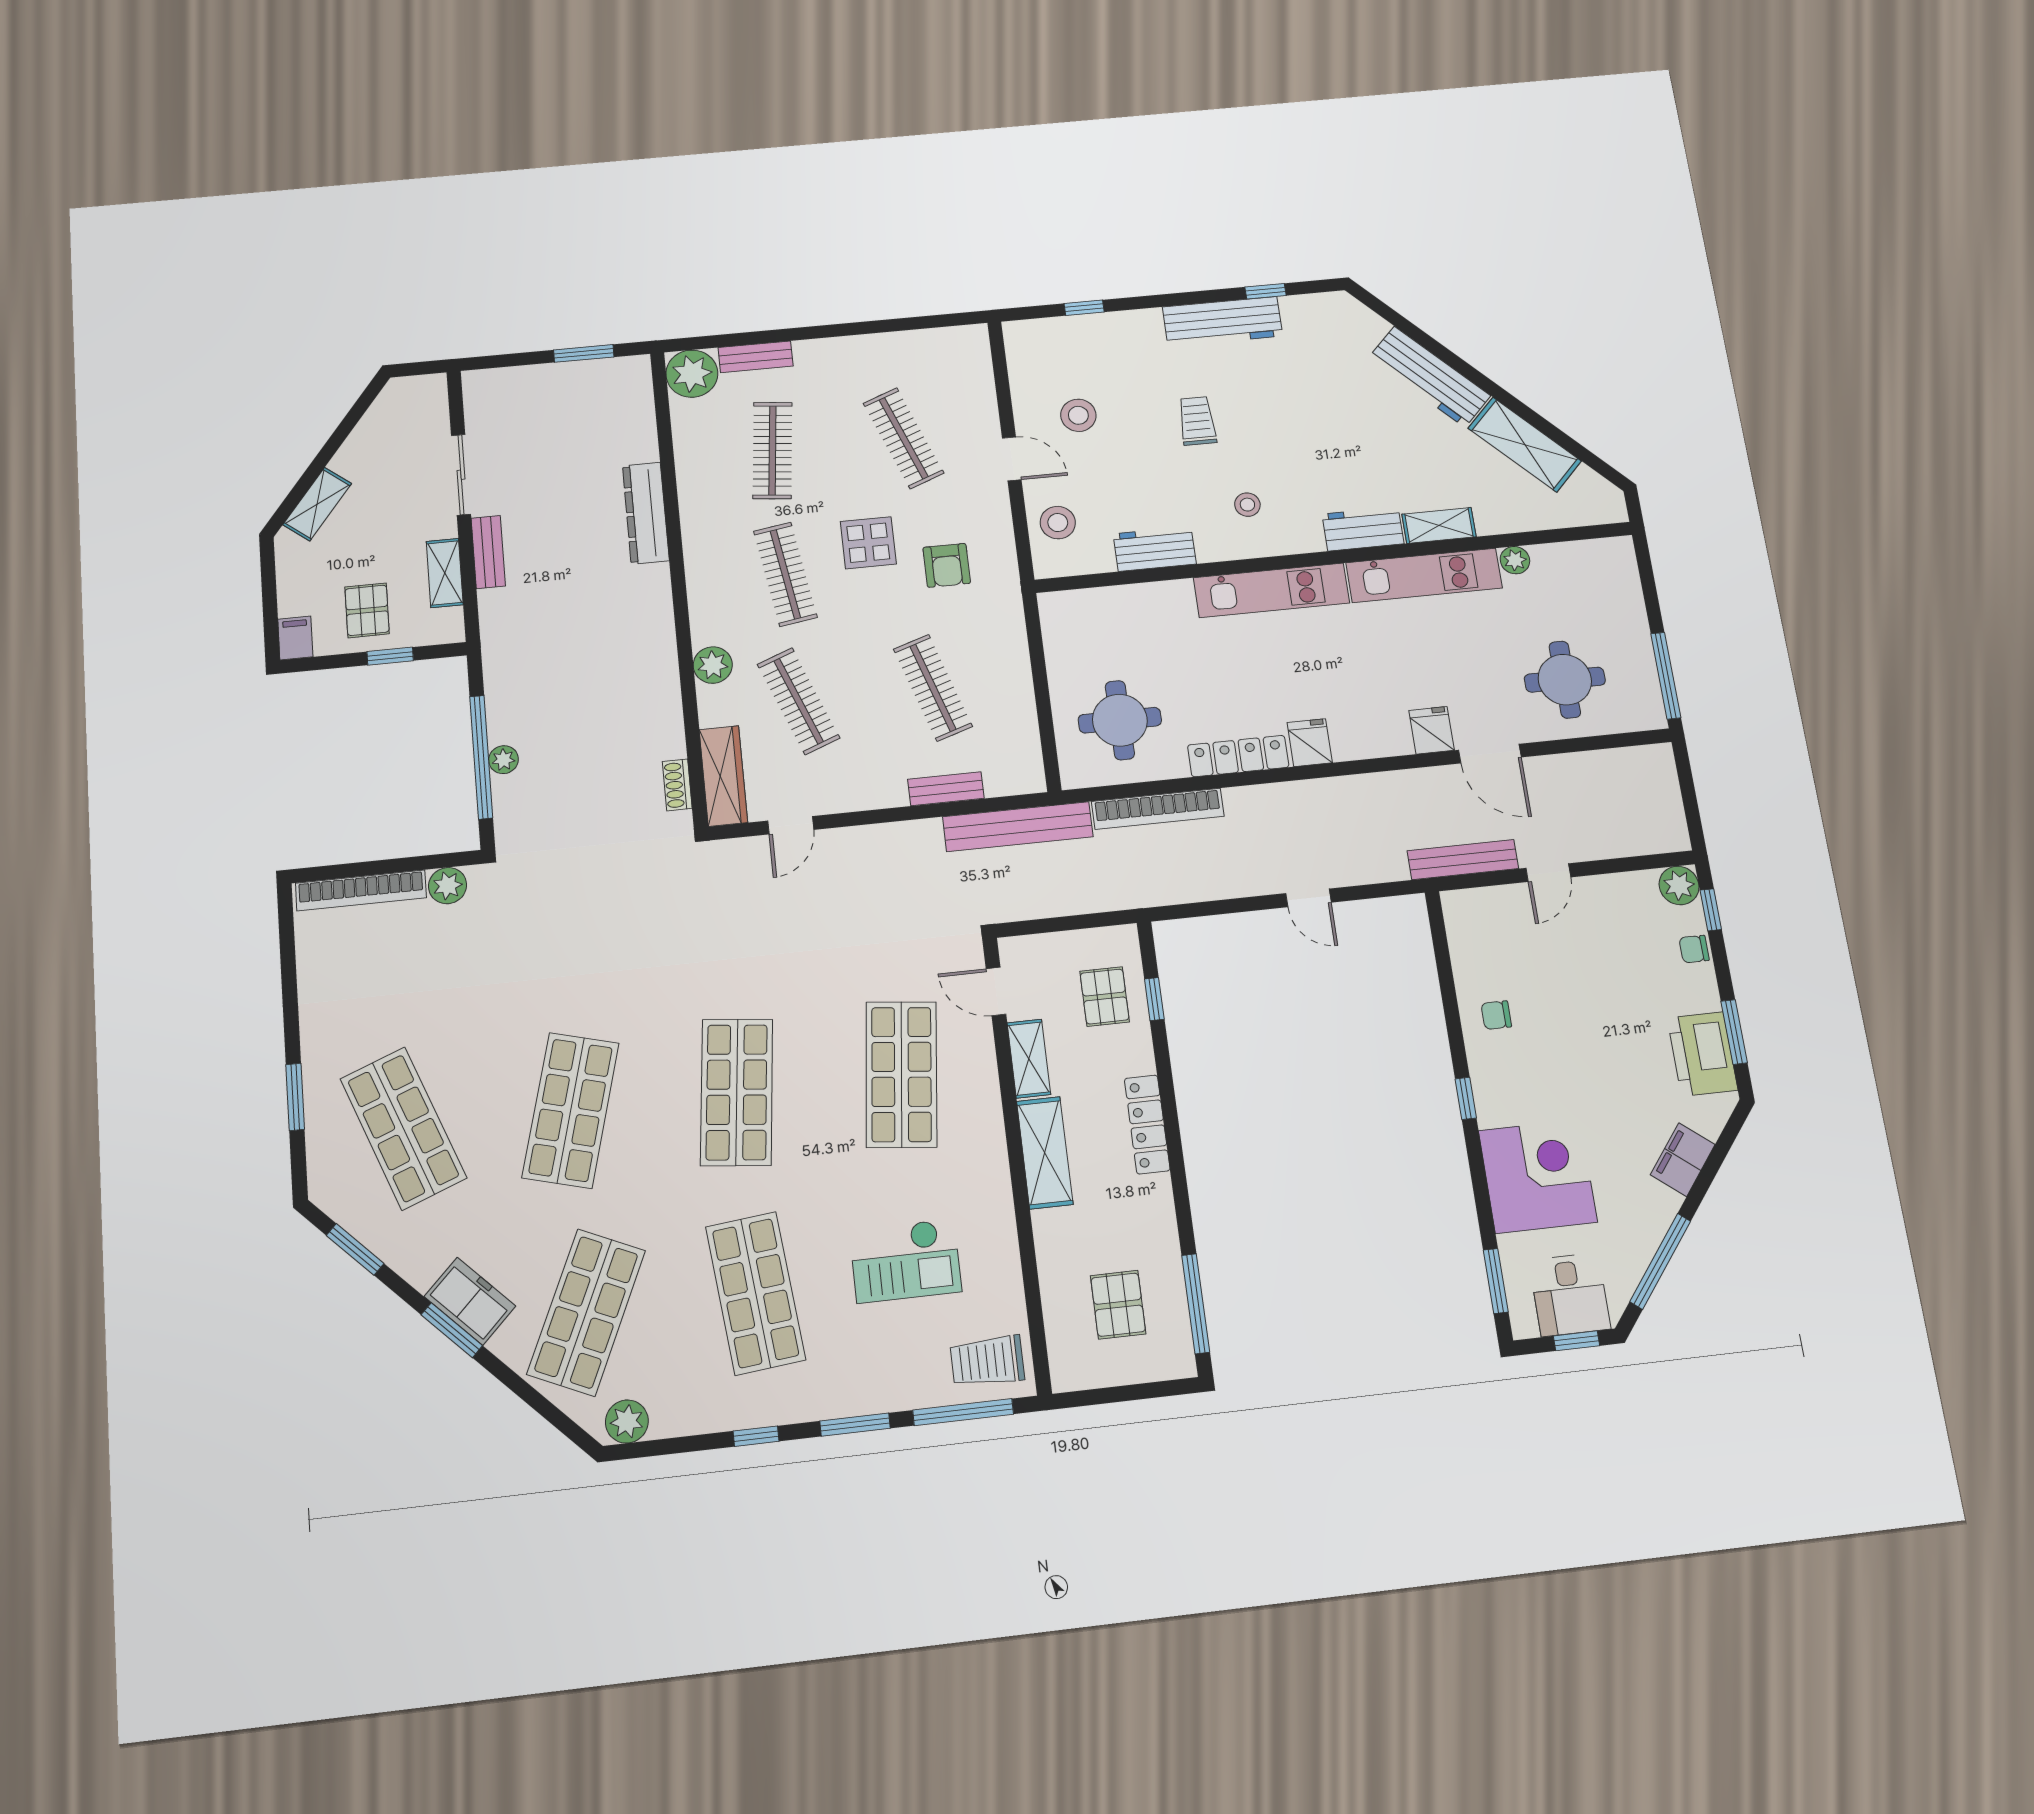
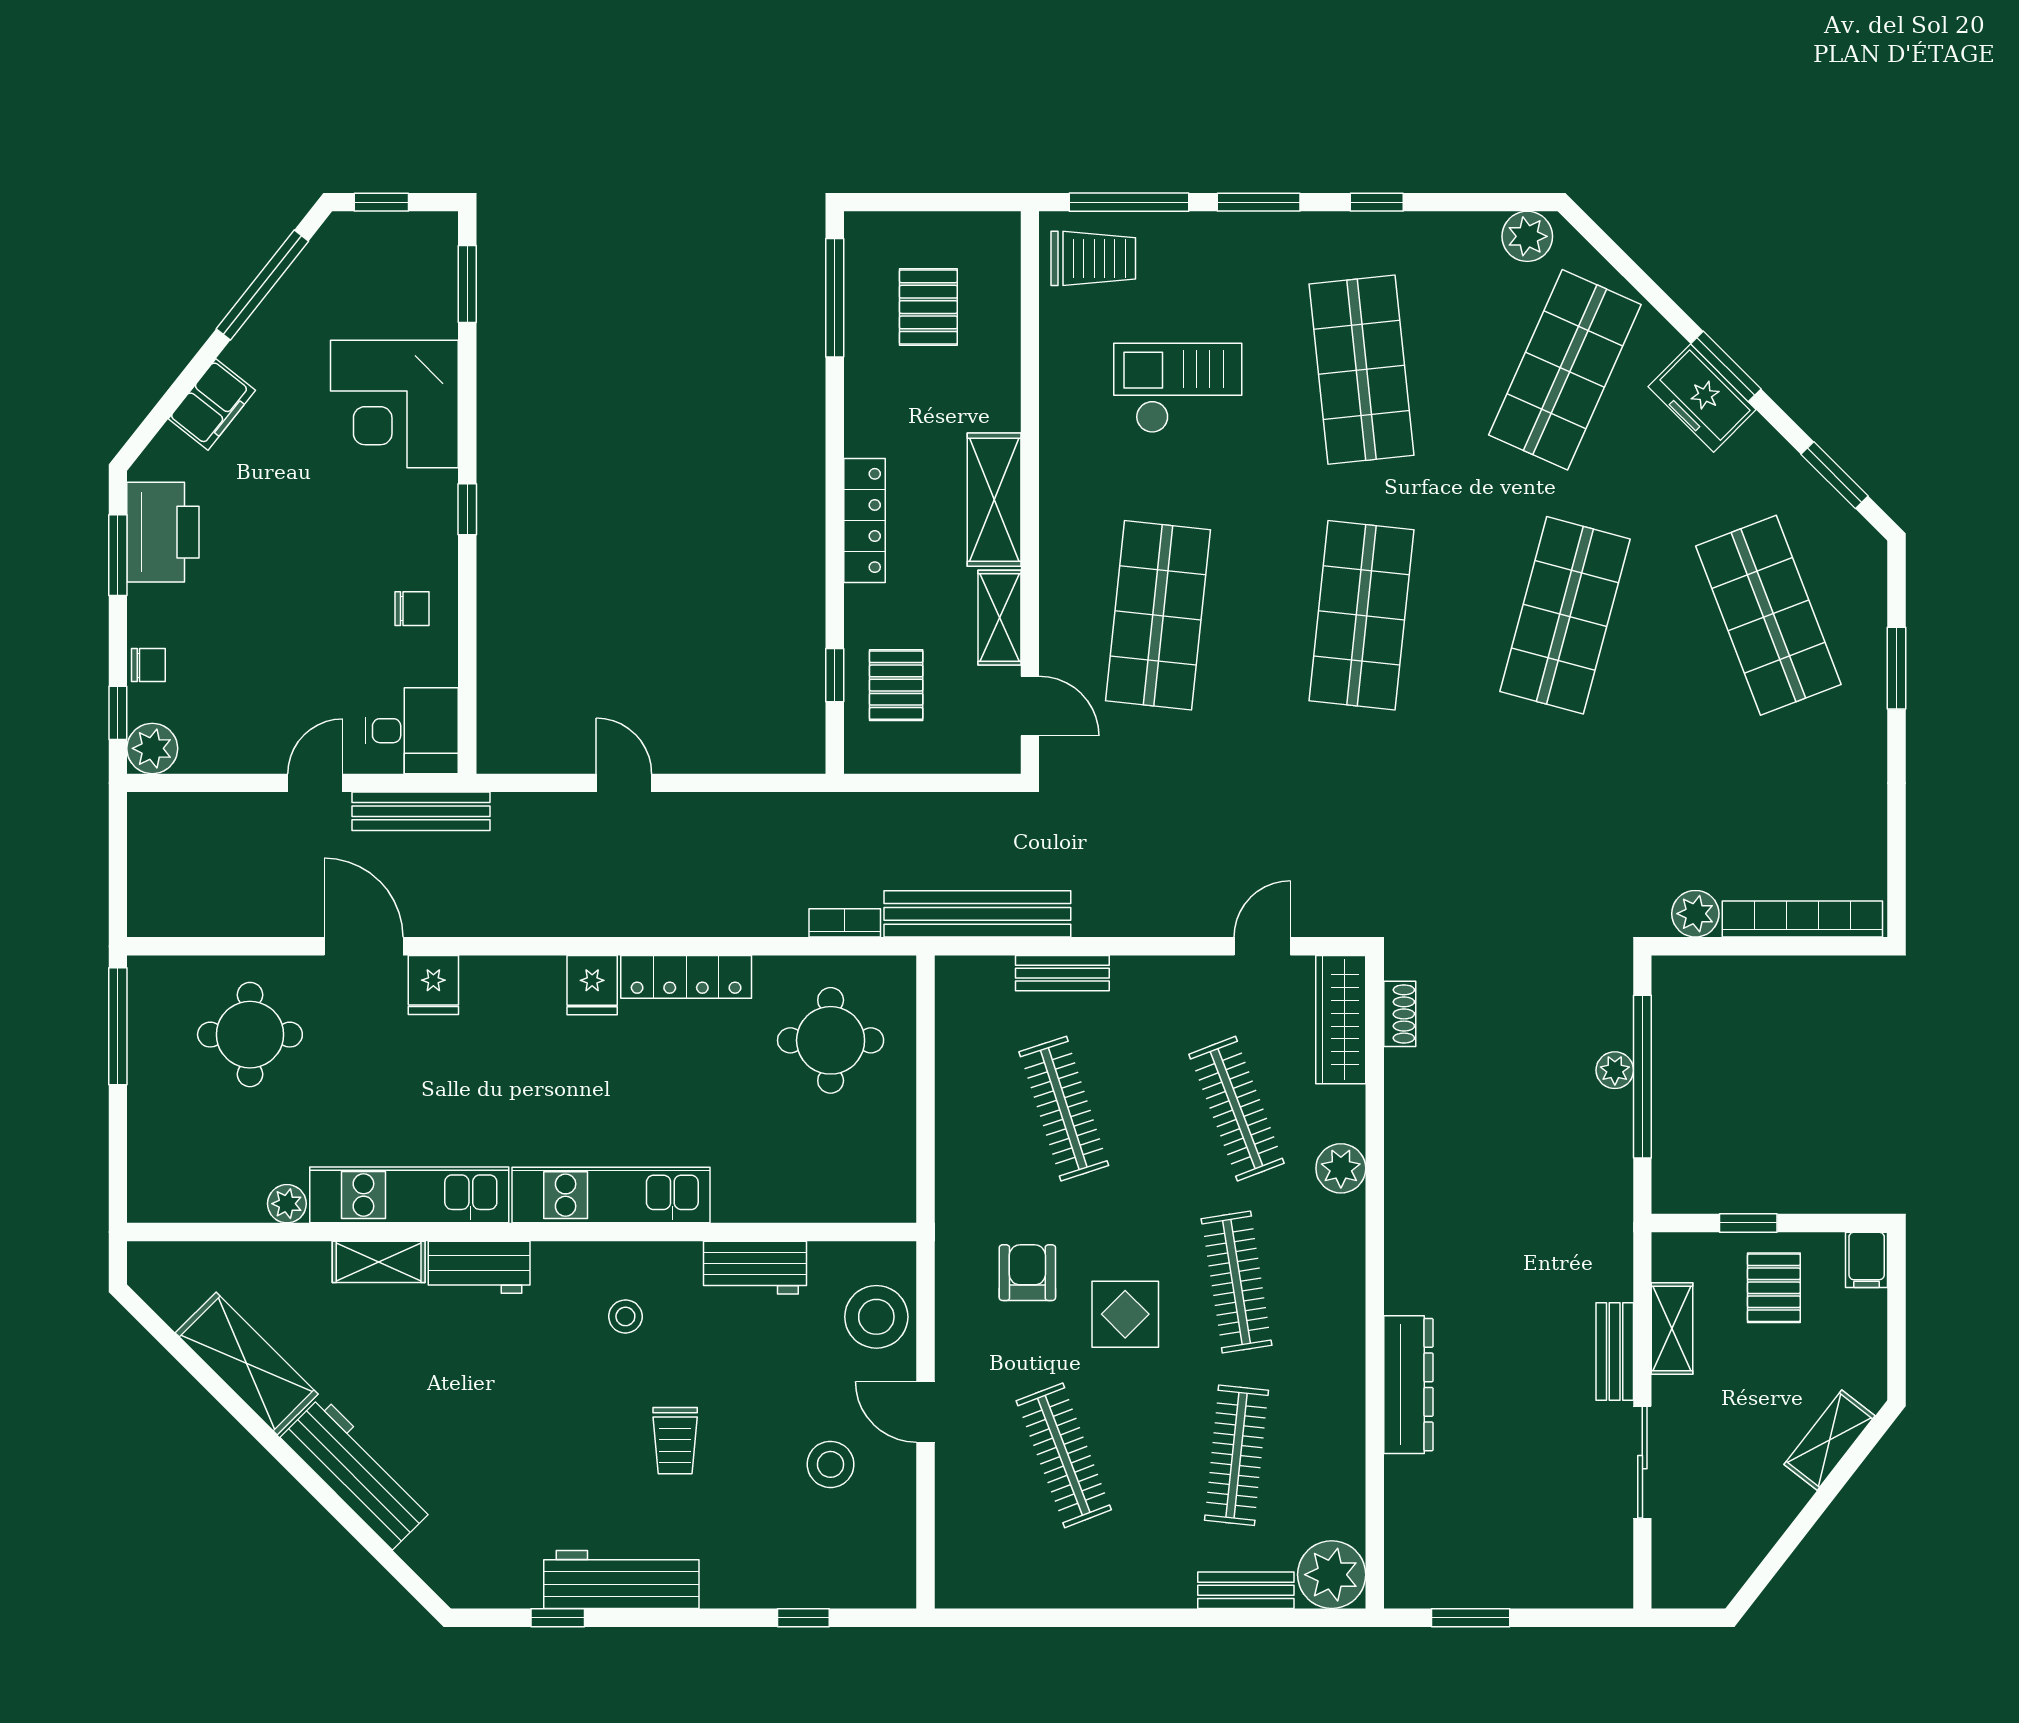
stool: (1058, 523) -> (876, 1317), width x1.38, depth x1.38
bookcase: (1158, 809) -> (845, 923), width x0.43, depth x0.76
desk: (1570, 1295) -> (412, 731), moved, turned 90

